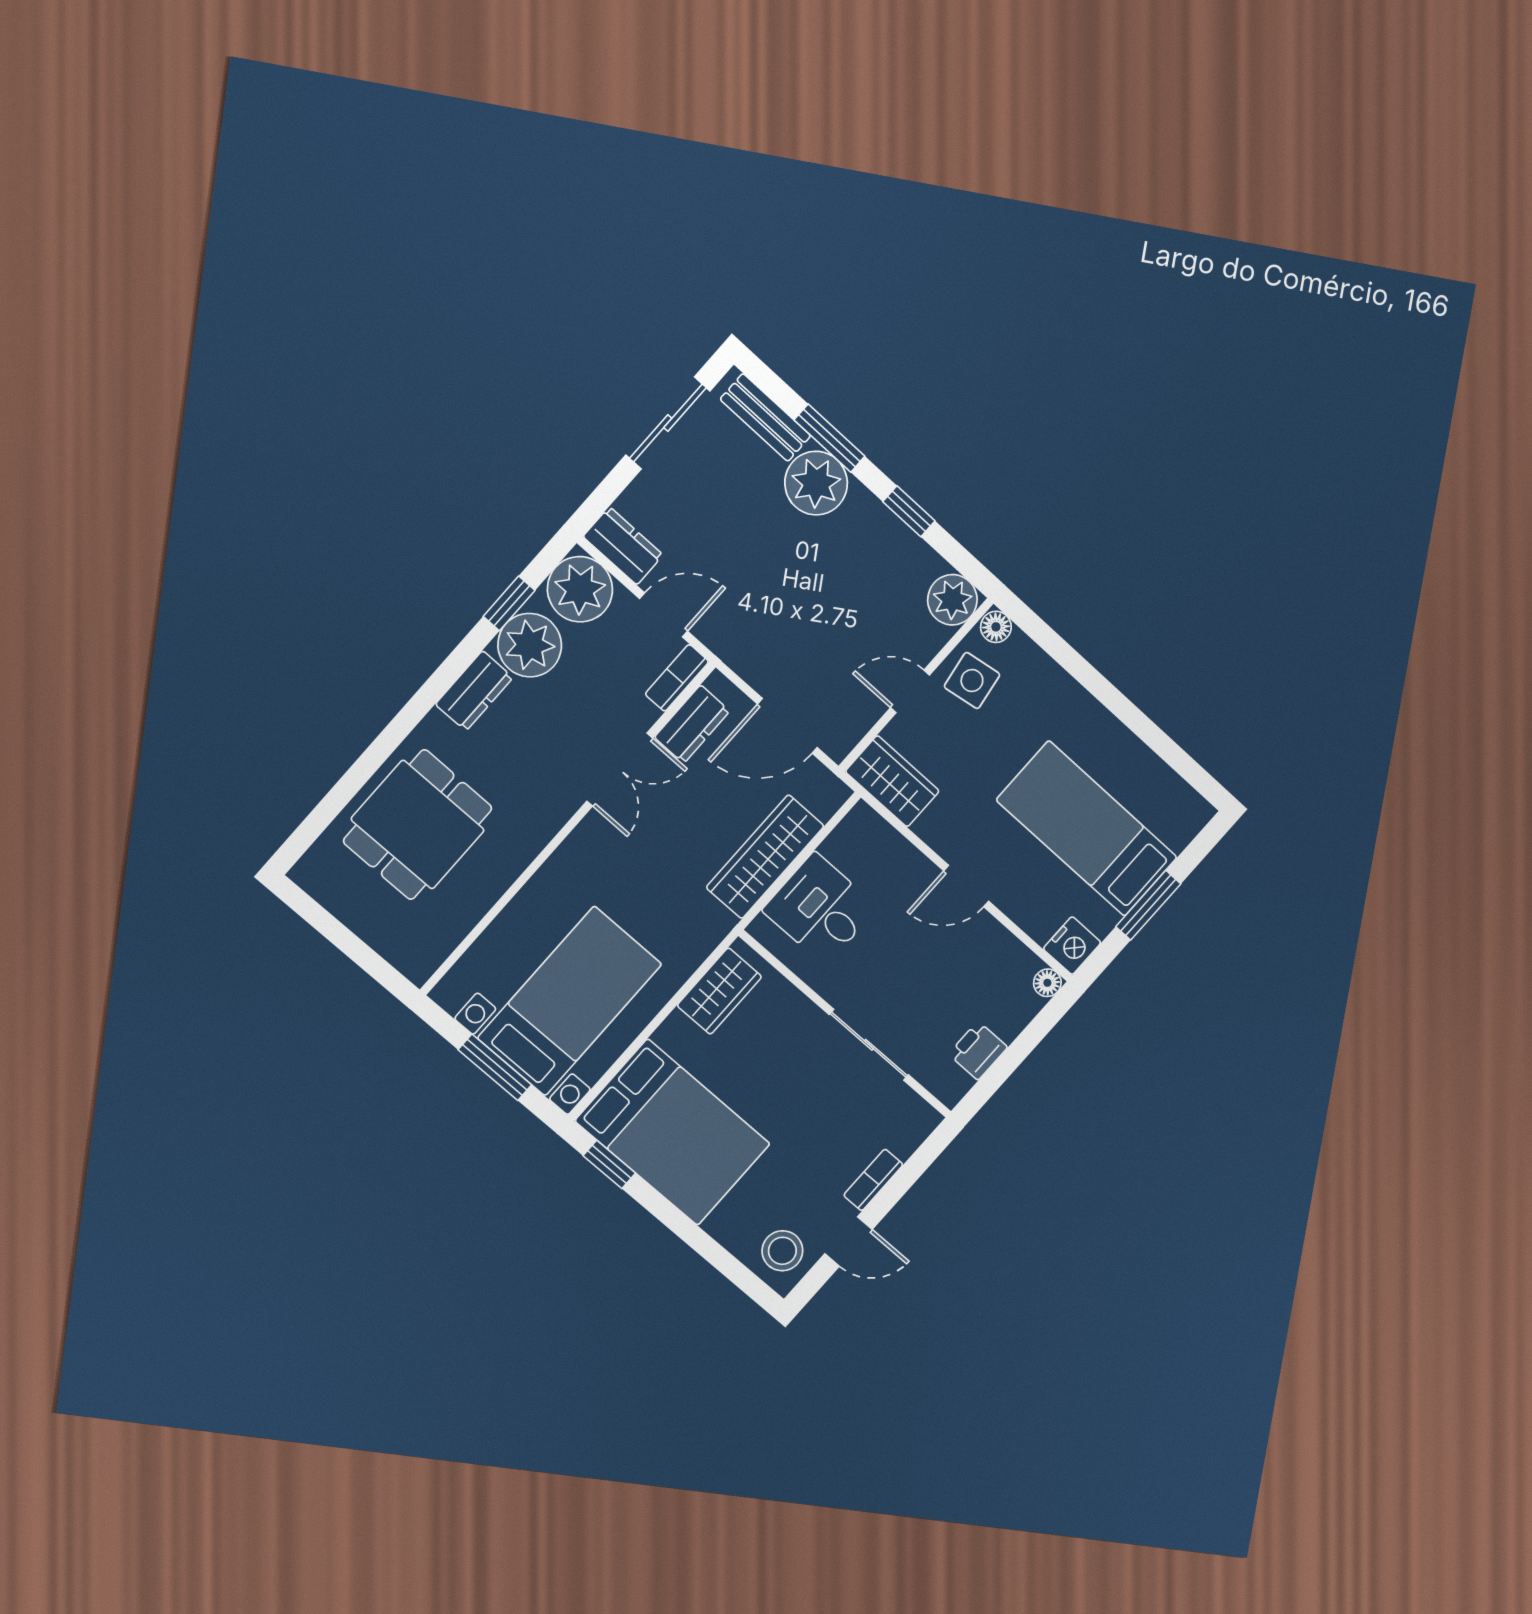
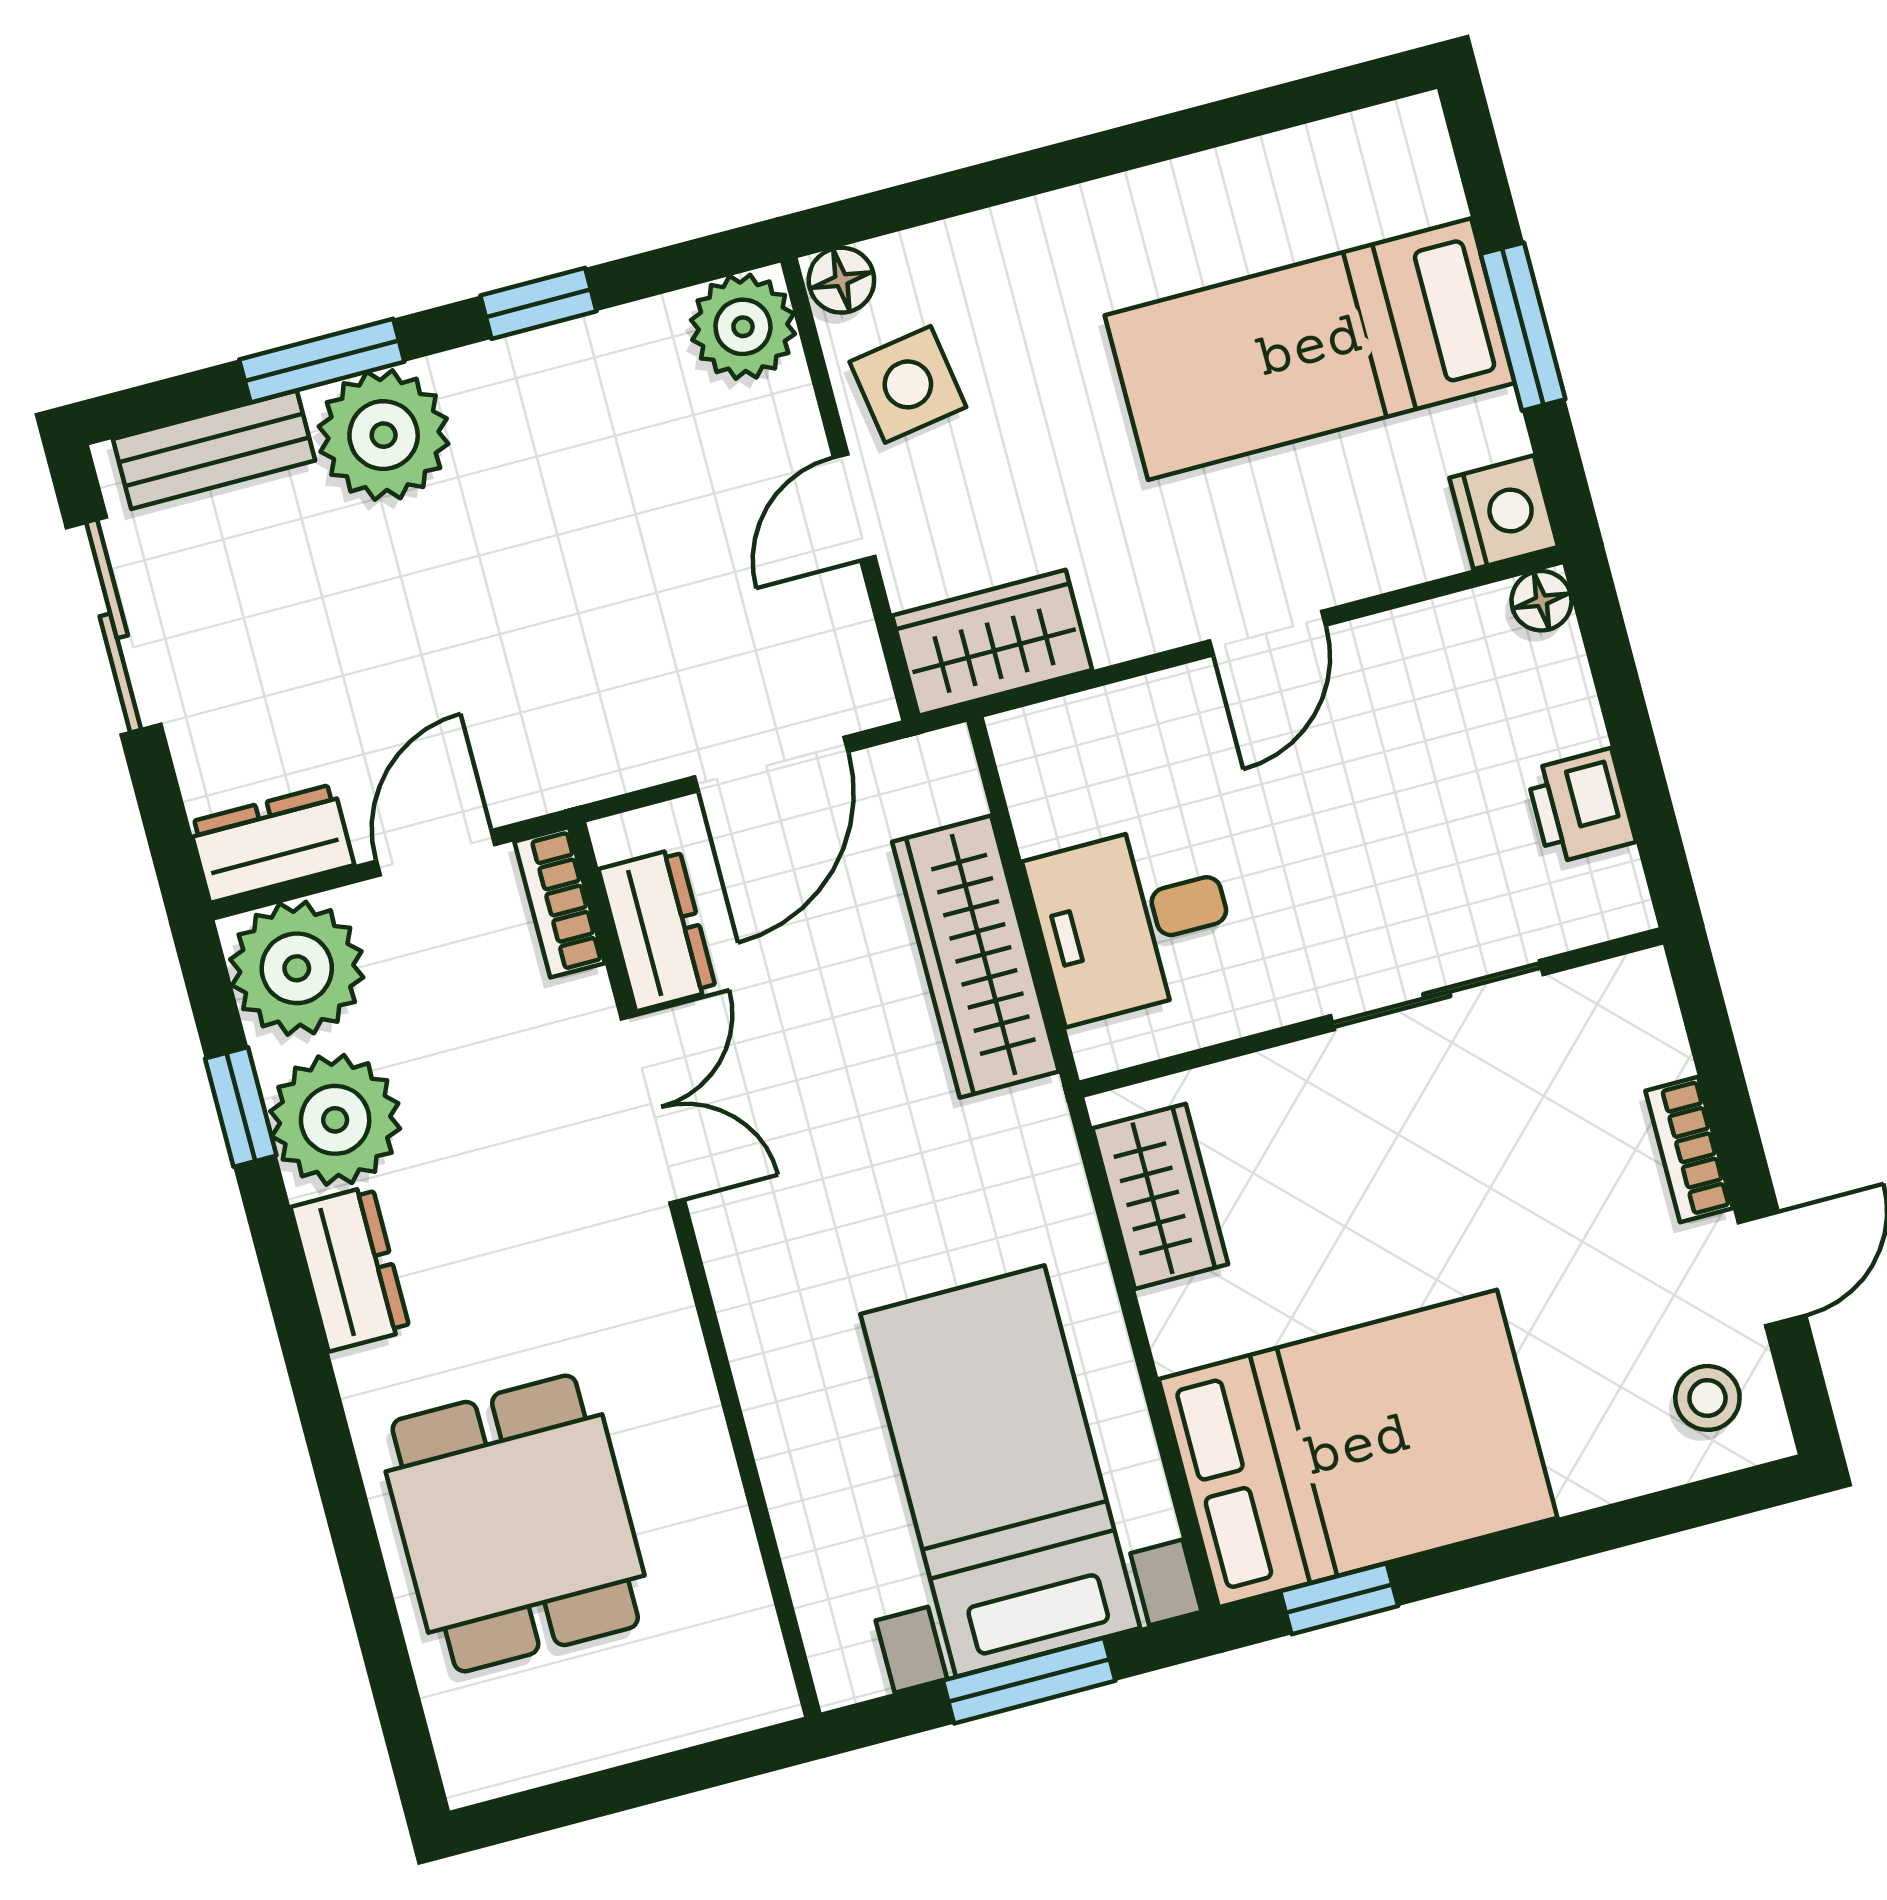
stool: (782, 1251) -> (1707, 1398), width x0.73, depth x0.73

